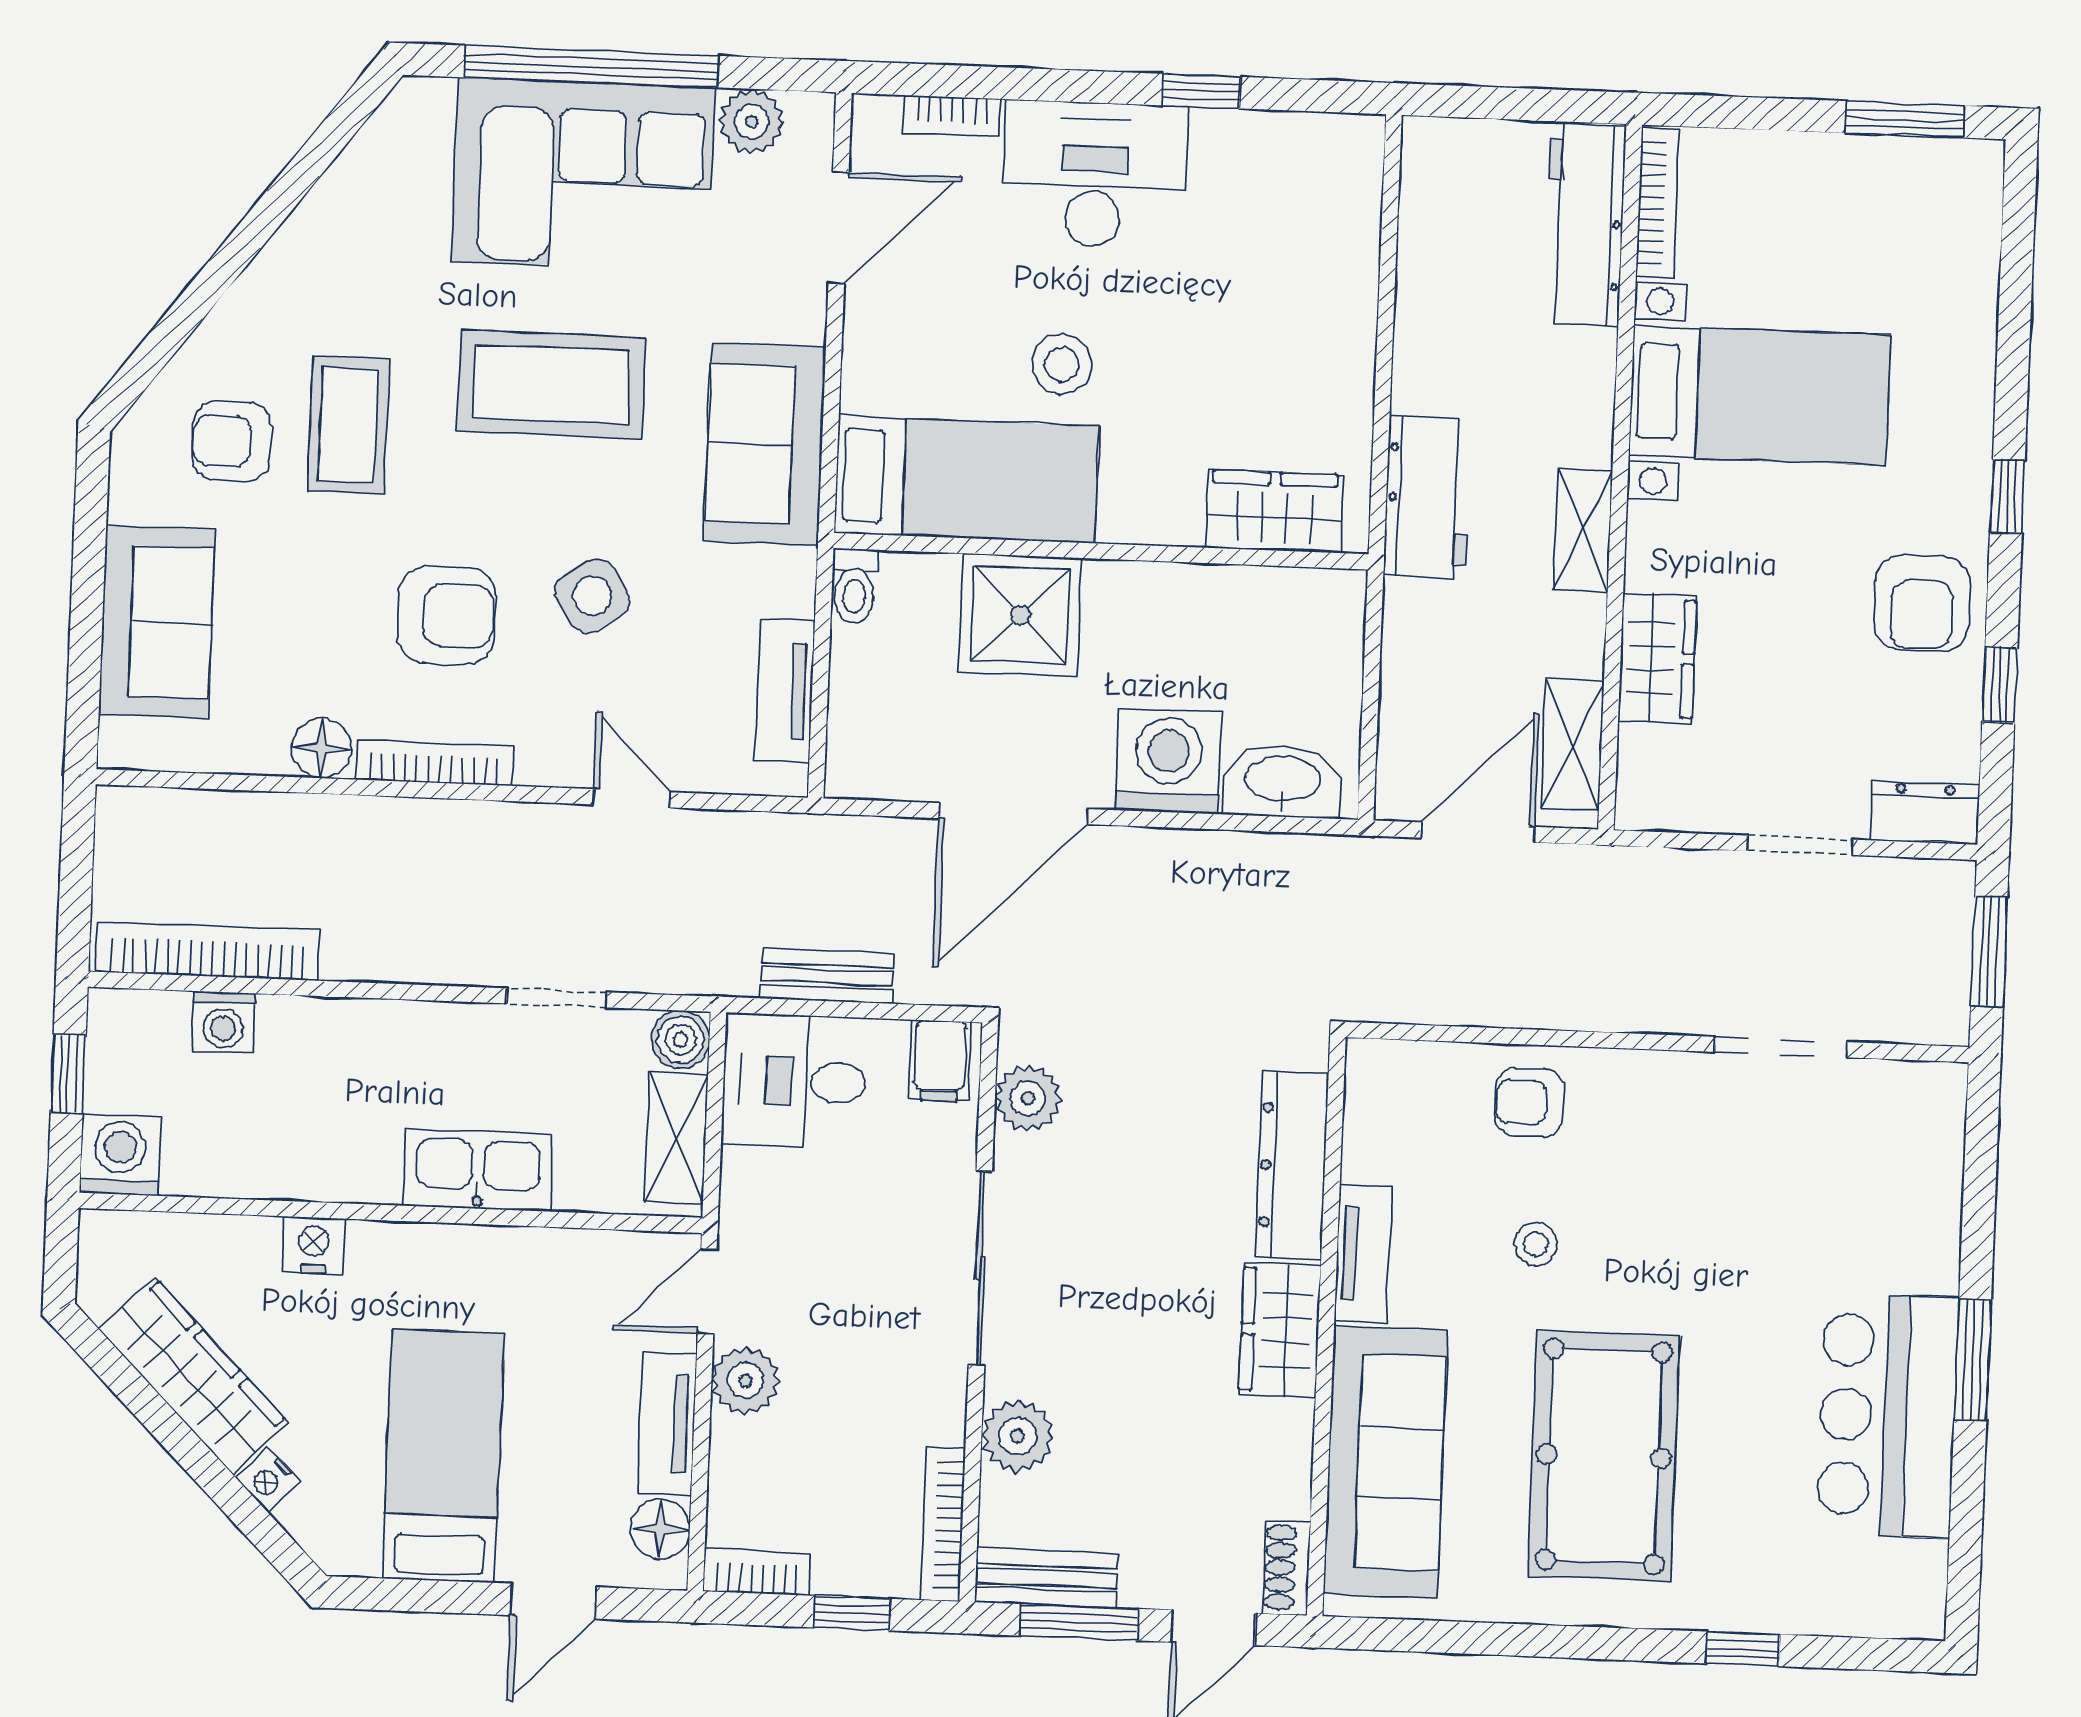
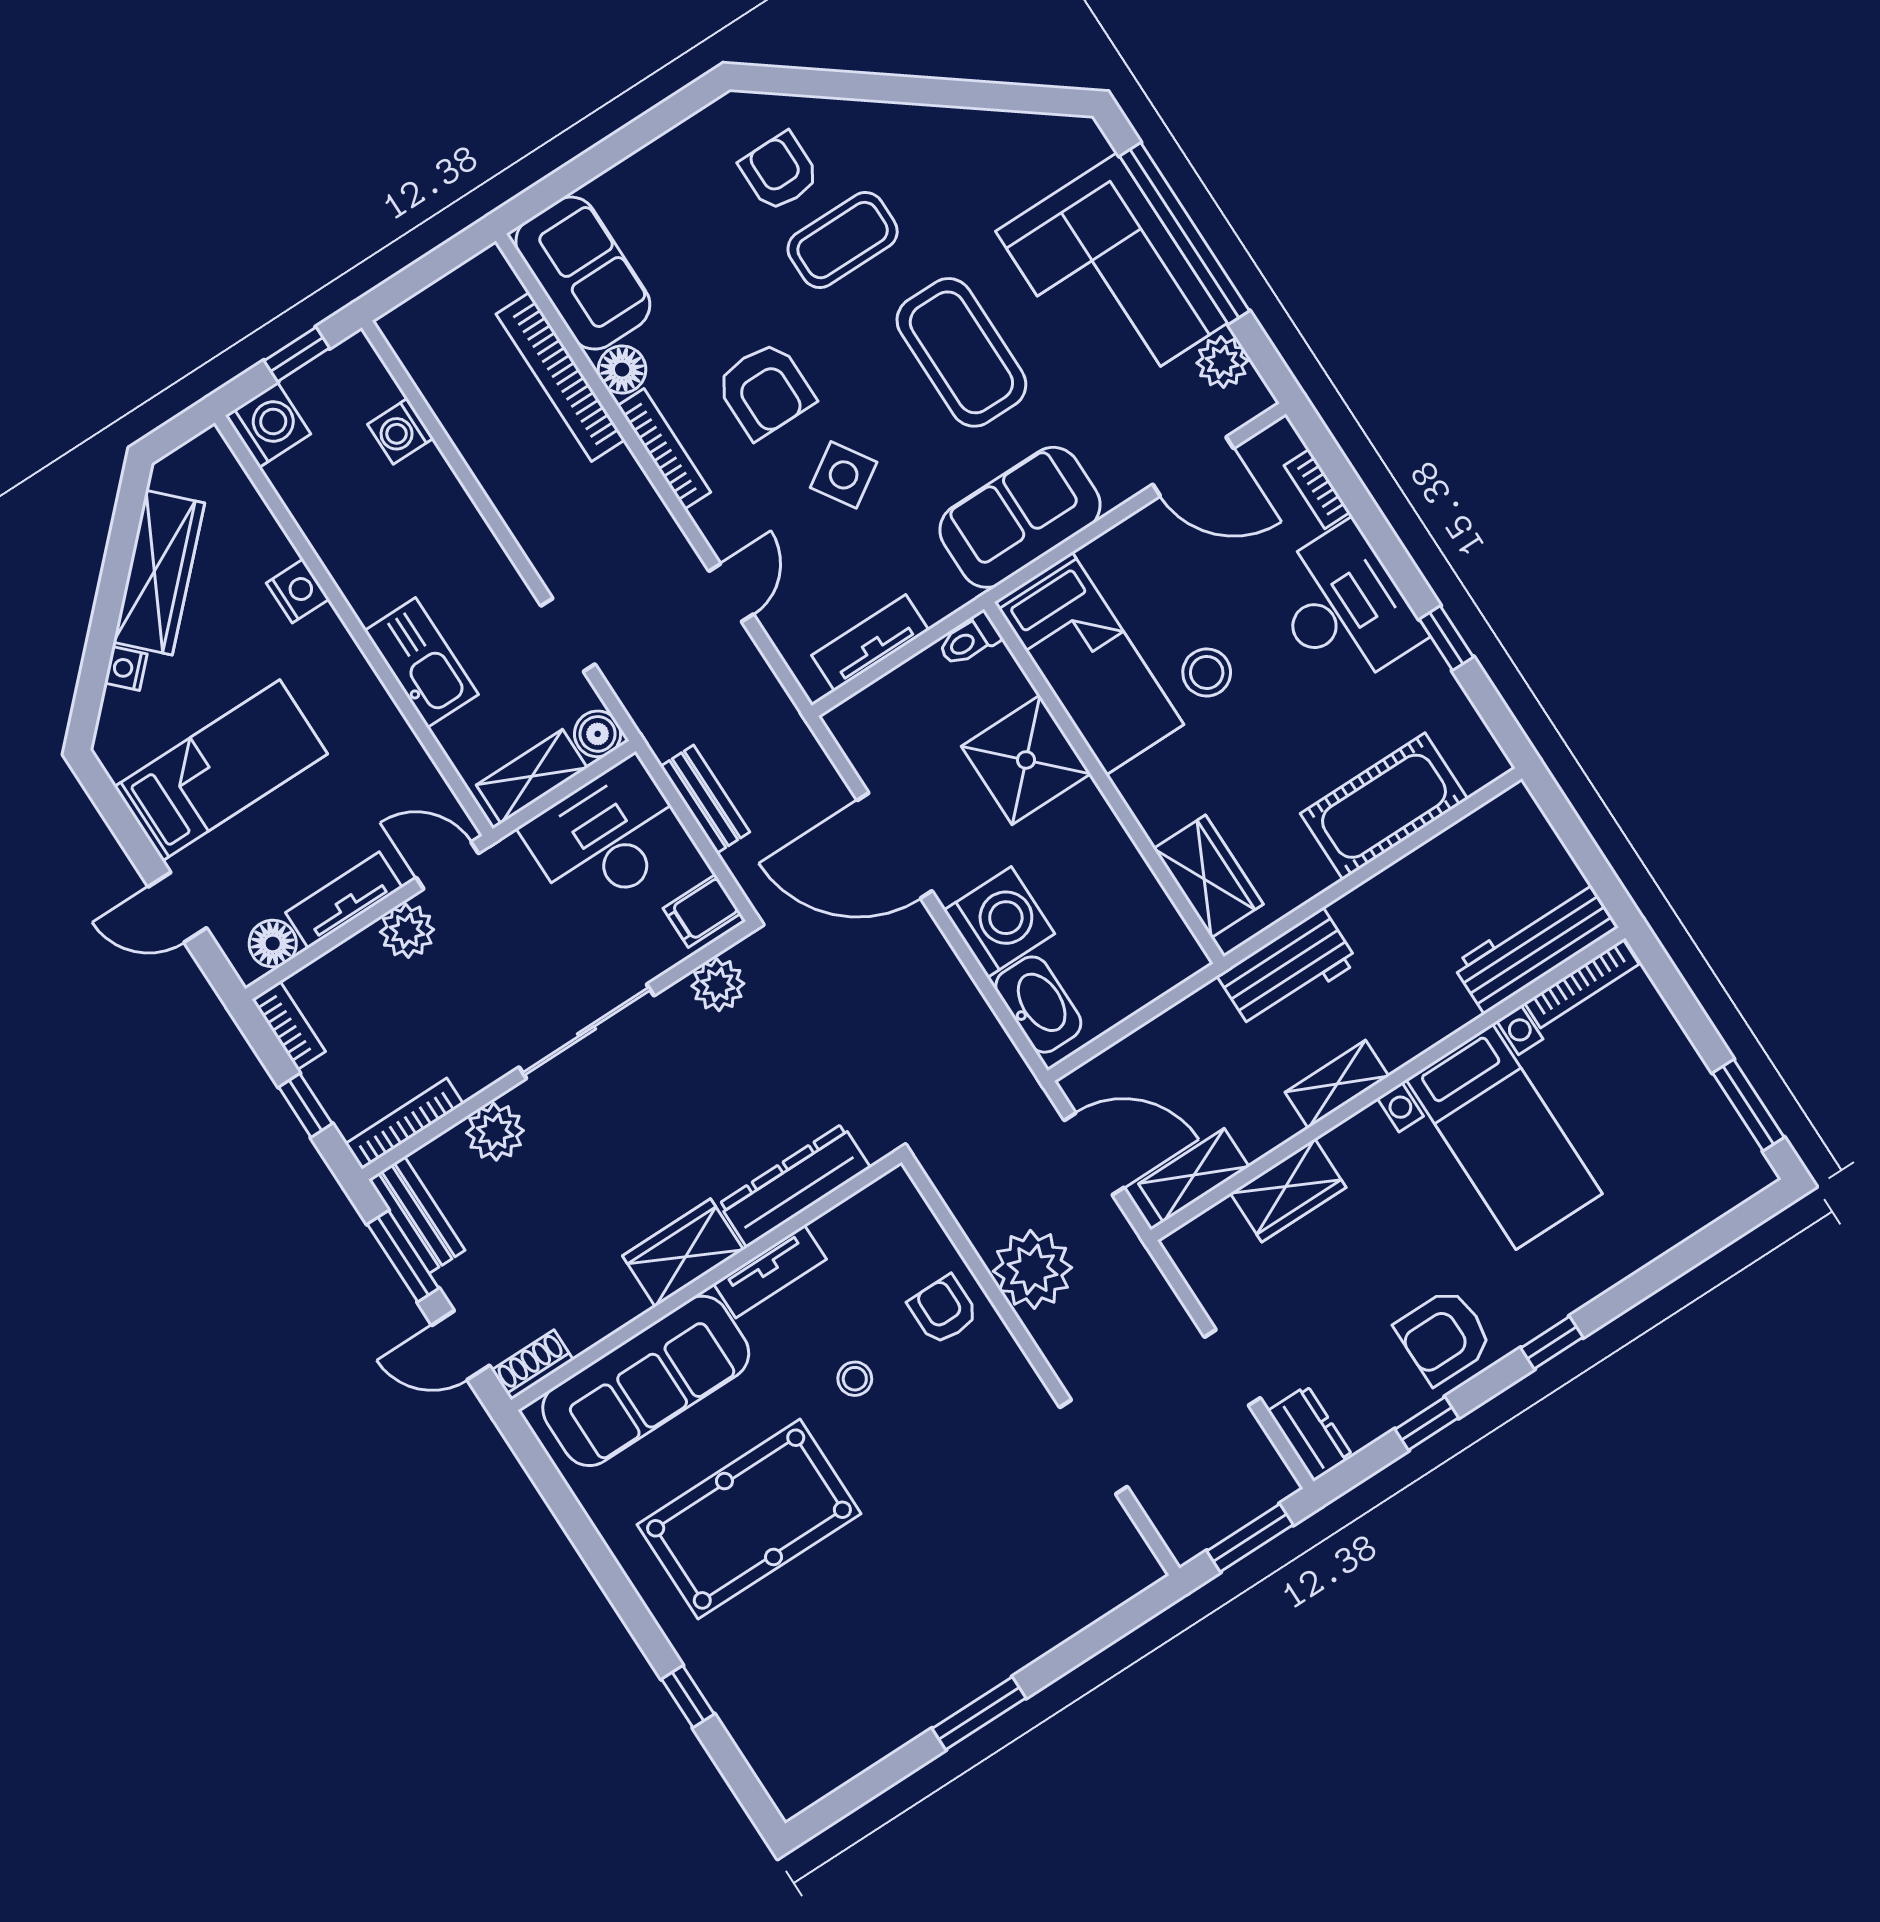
cot: (1330, 278) -> (1384, 806), added
sofa: (157, 622) -> (583, 273), moved, turned -90
bookcase: (207, 951) -> (561, 377), moved, turned 180
plant: (1552, 980) -> (1032, 1269), added
desk: (794, 1081) -> (606, 837), width x1.37
bar counter: (1887, 1416) -> (904, 1684), removed

